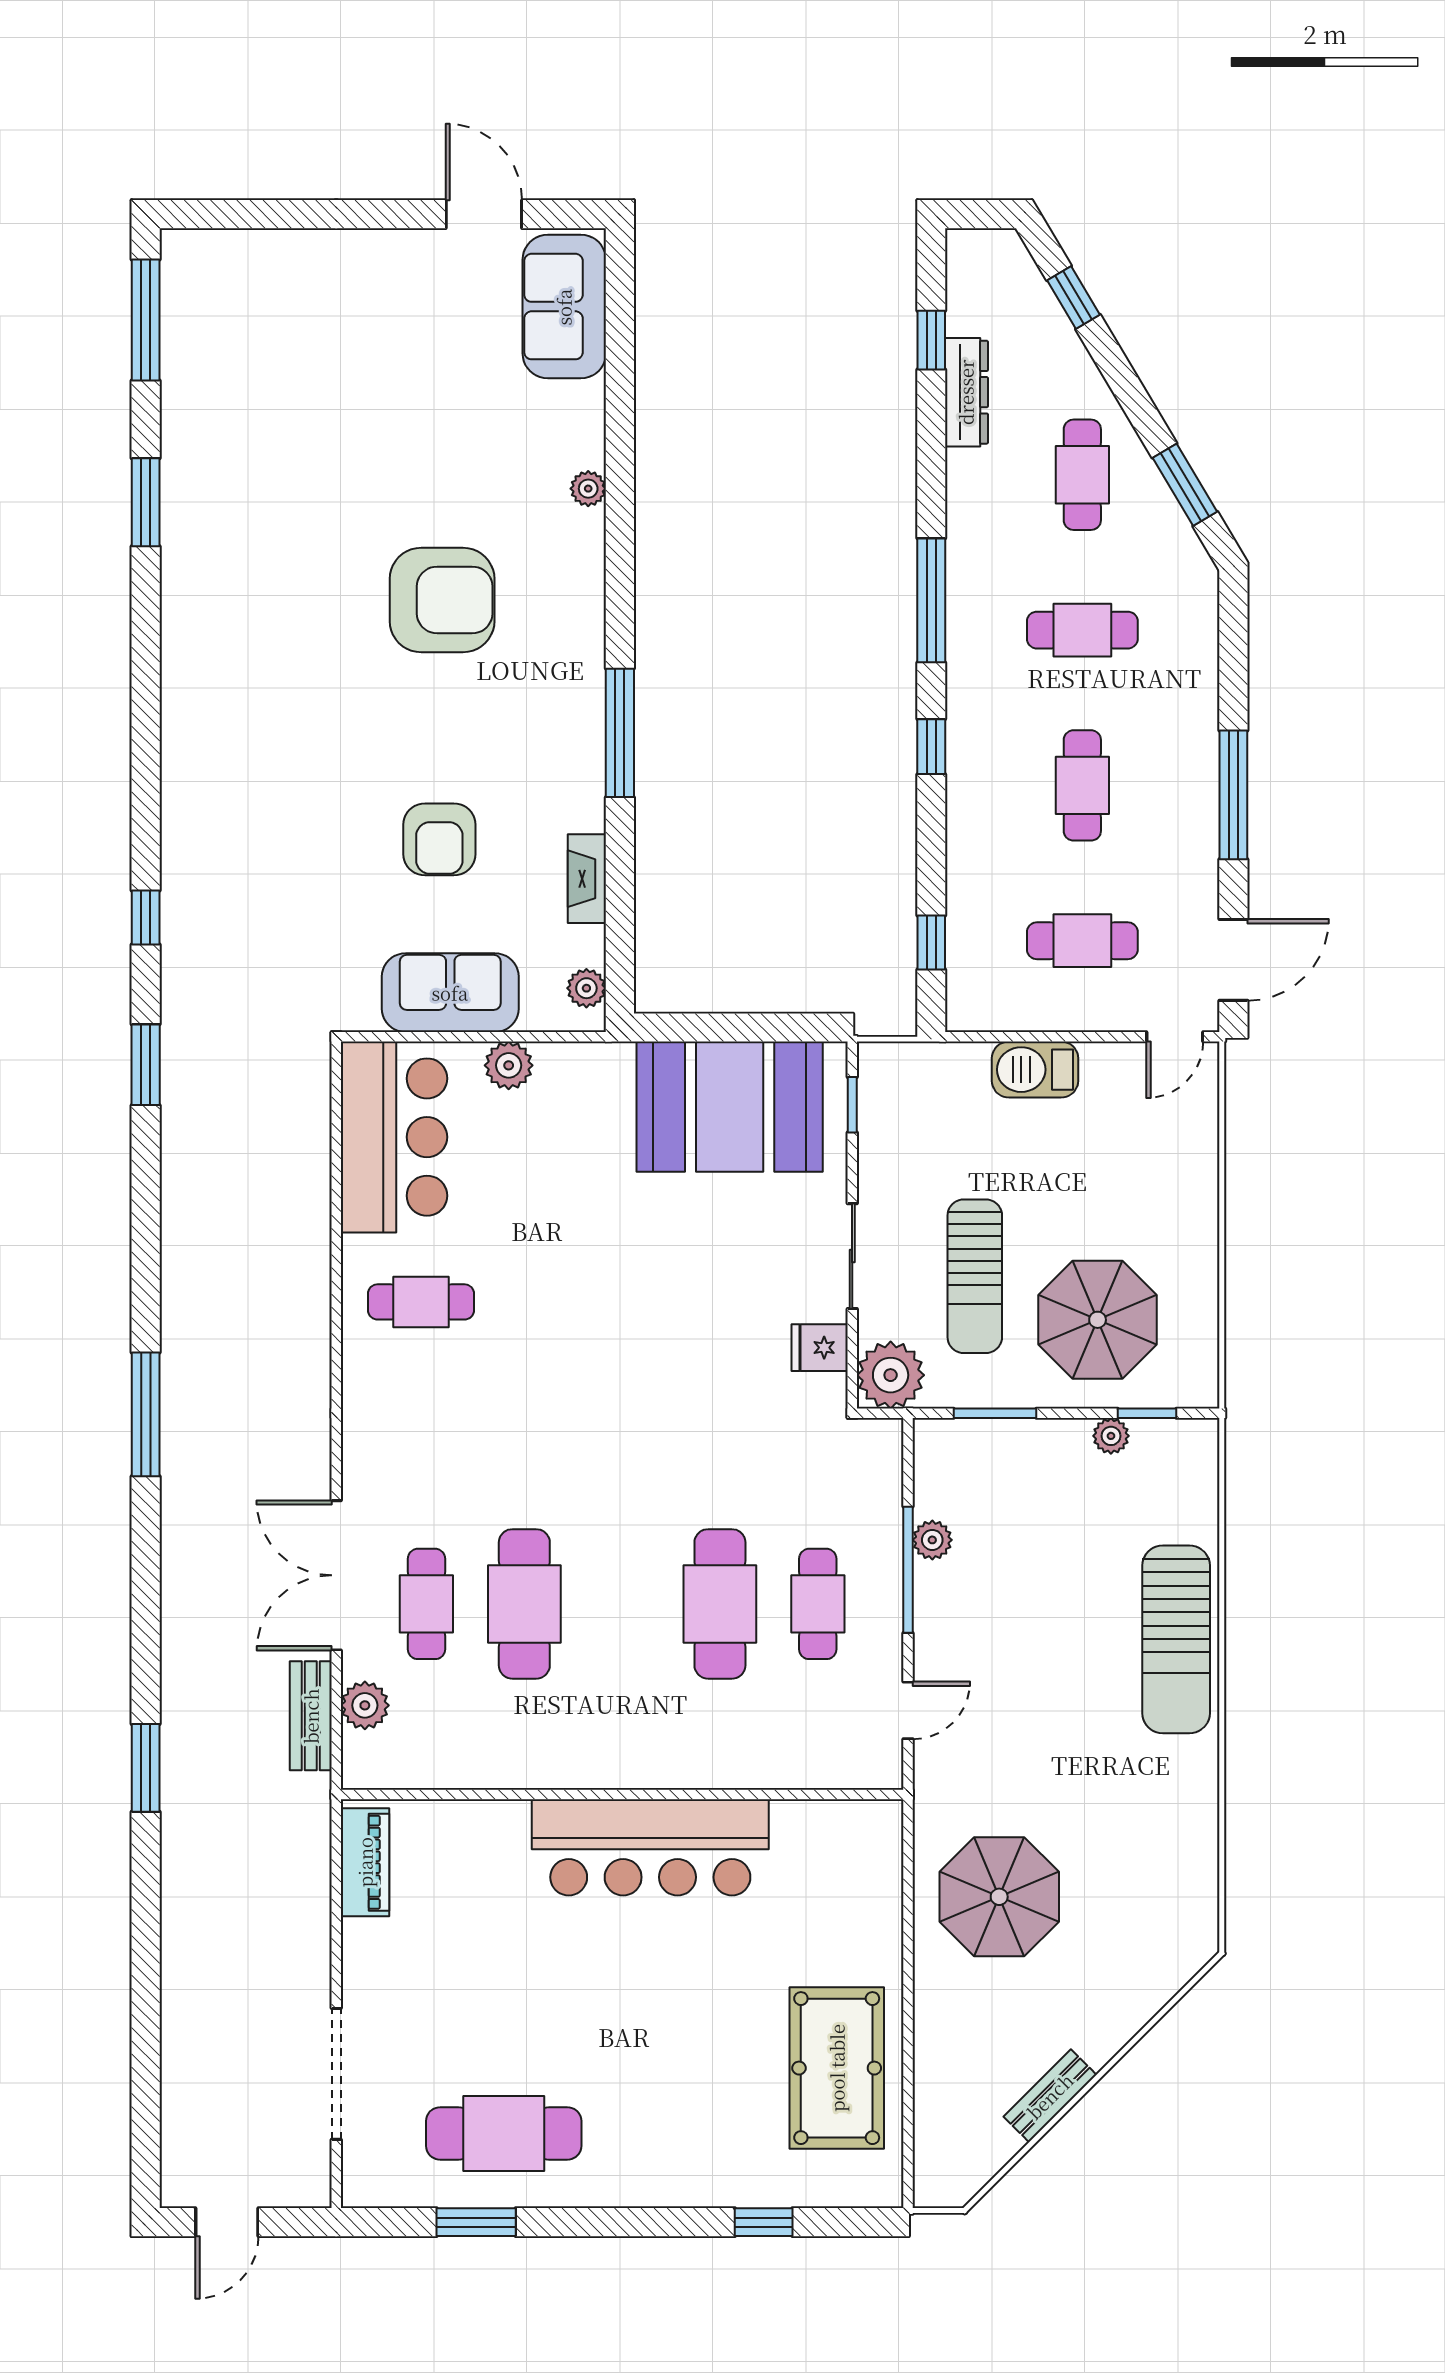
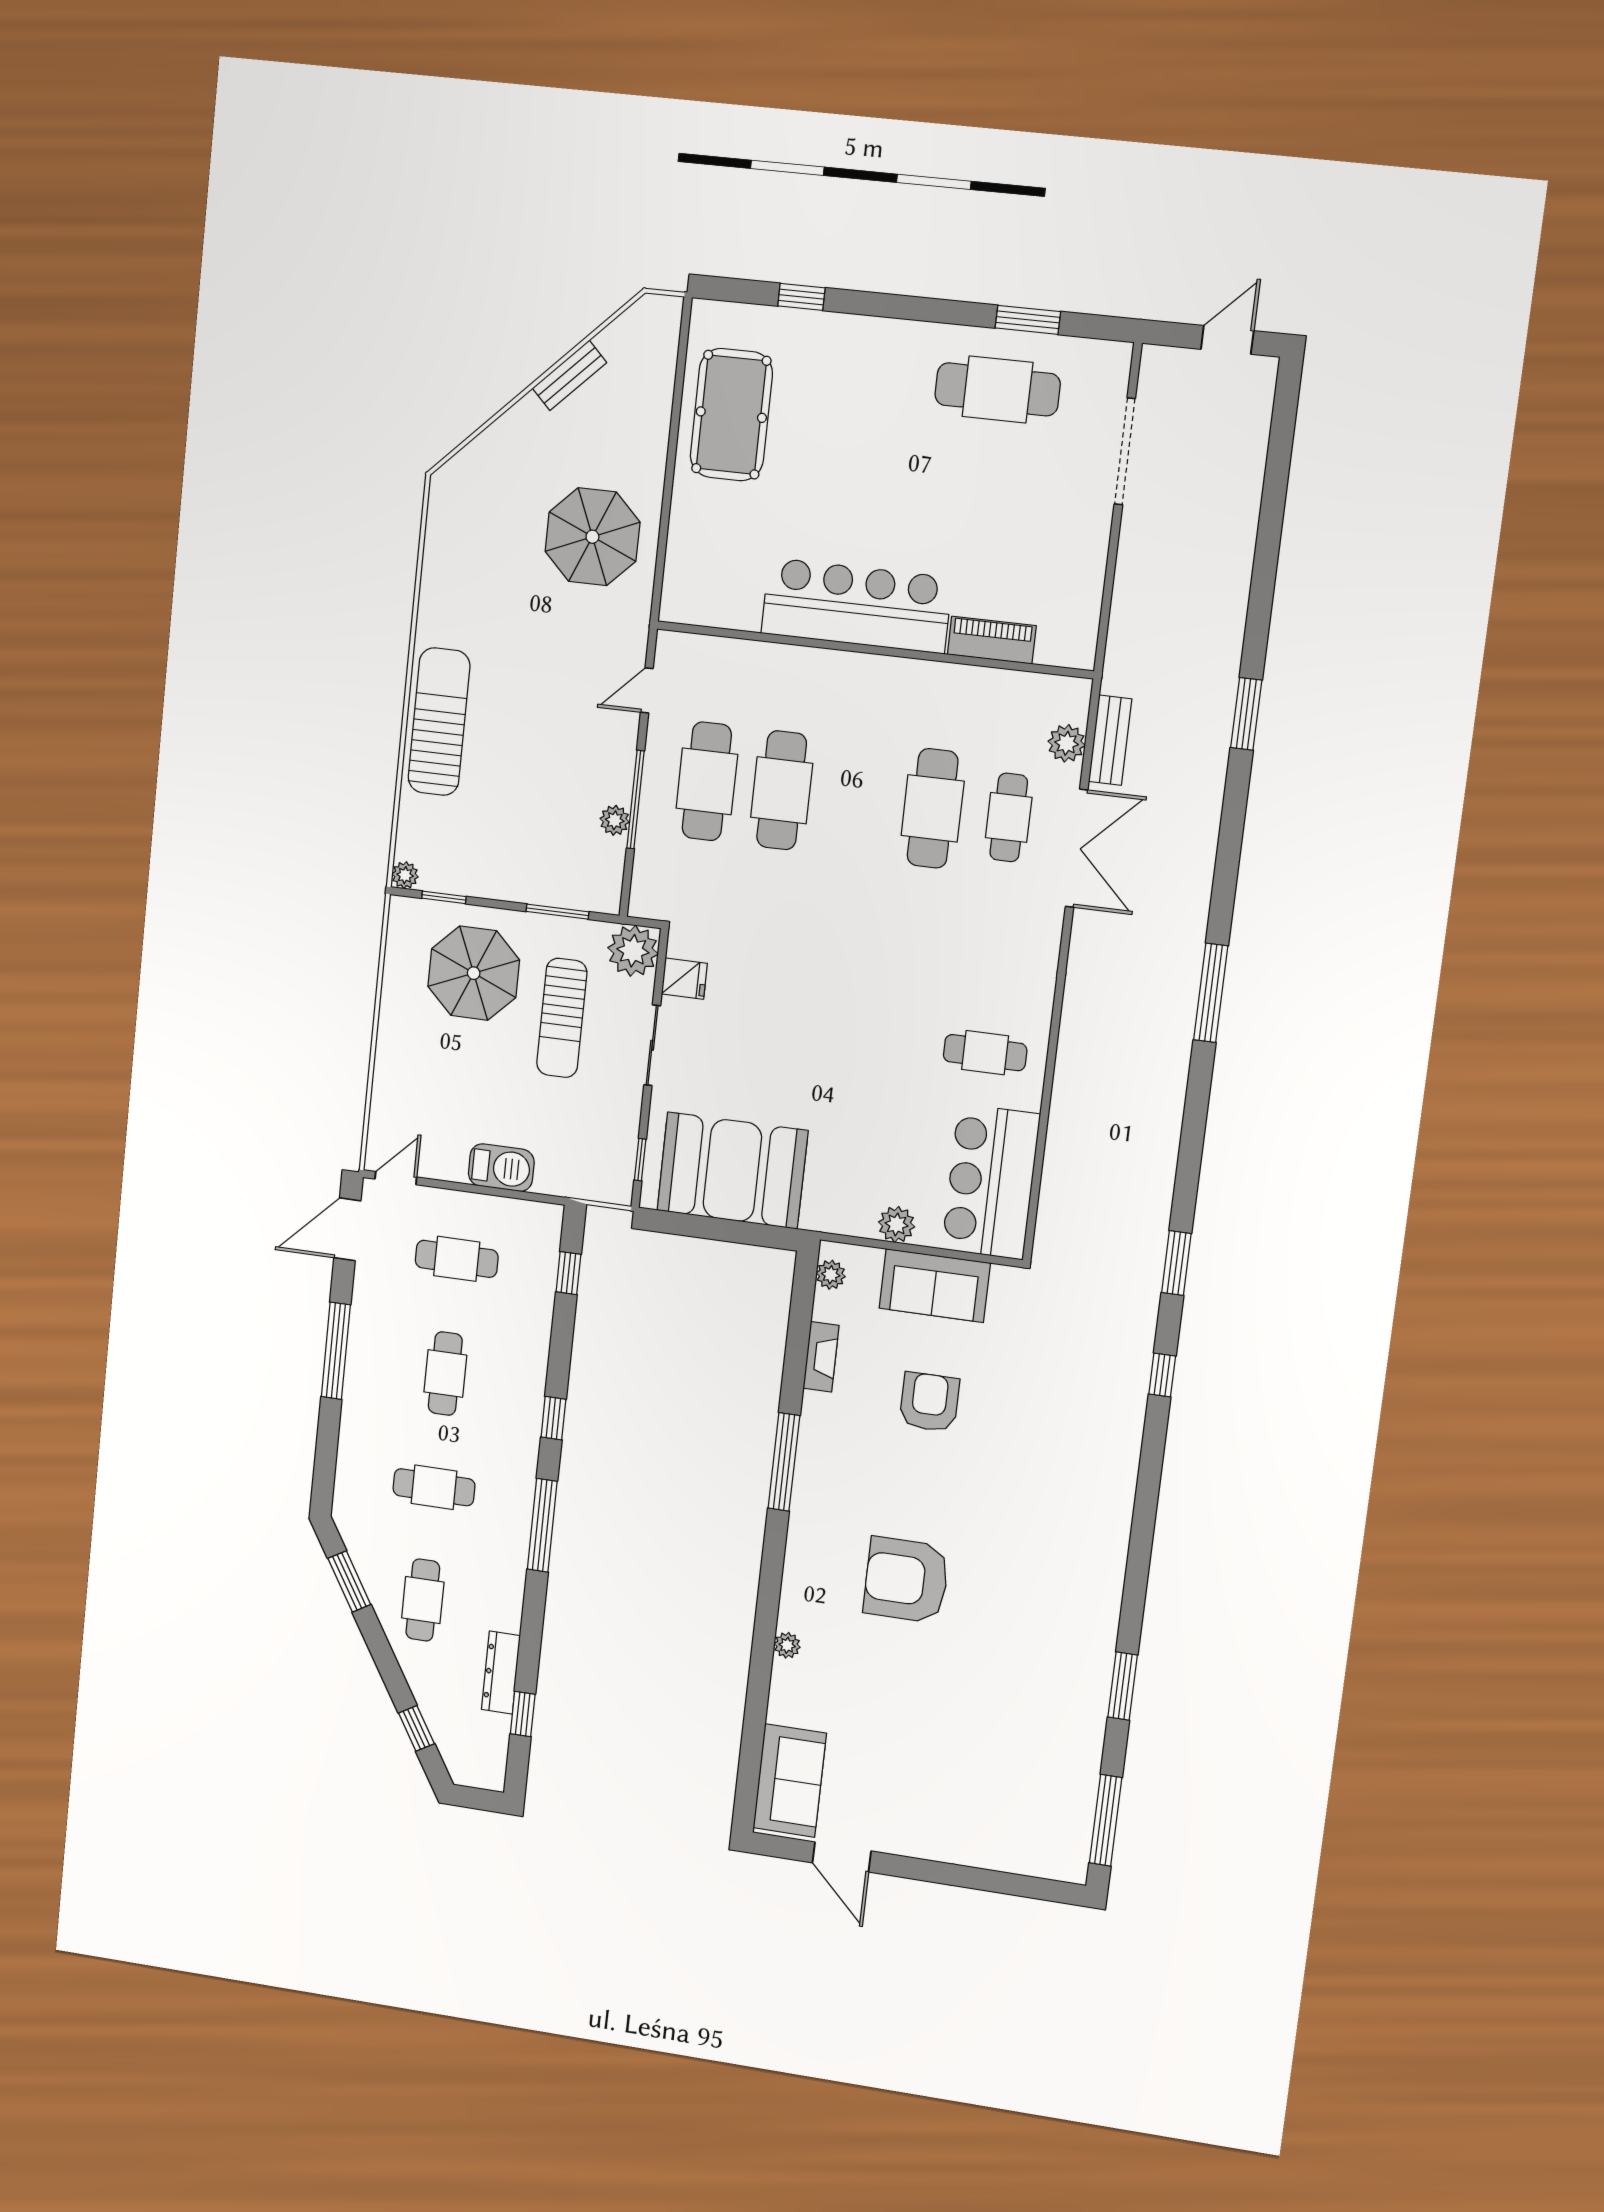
sun lounger: (975, 1276) -> (562, 1018), turned 180
plant: (1111, 1436) -> (405, 875), moved
cafe table: (818, 1604) -> (707, 781), width x1.37, depth x1.35
piano: (365, 1862) -> (992, 640), moved, turned 90

